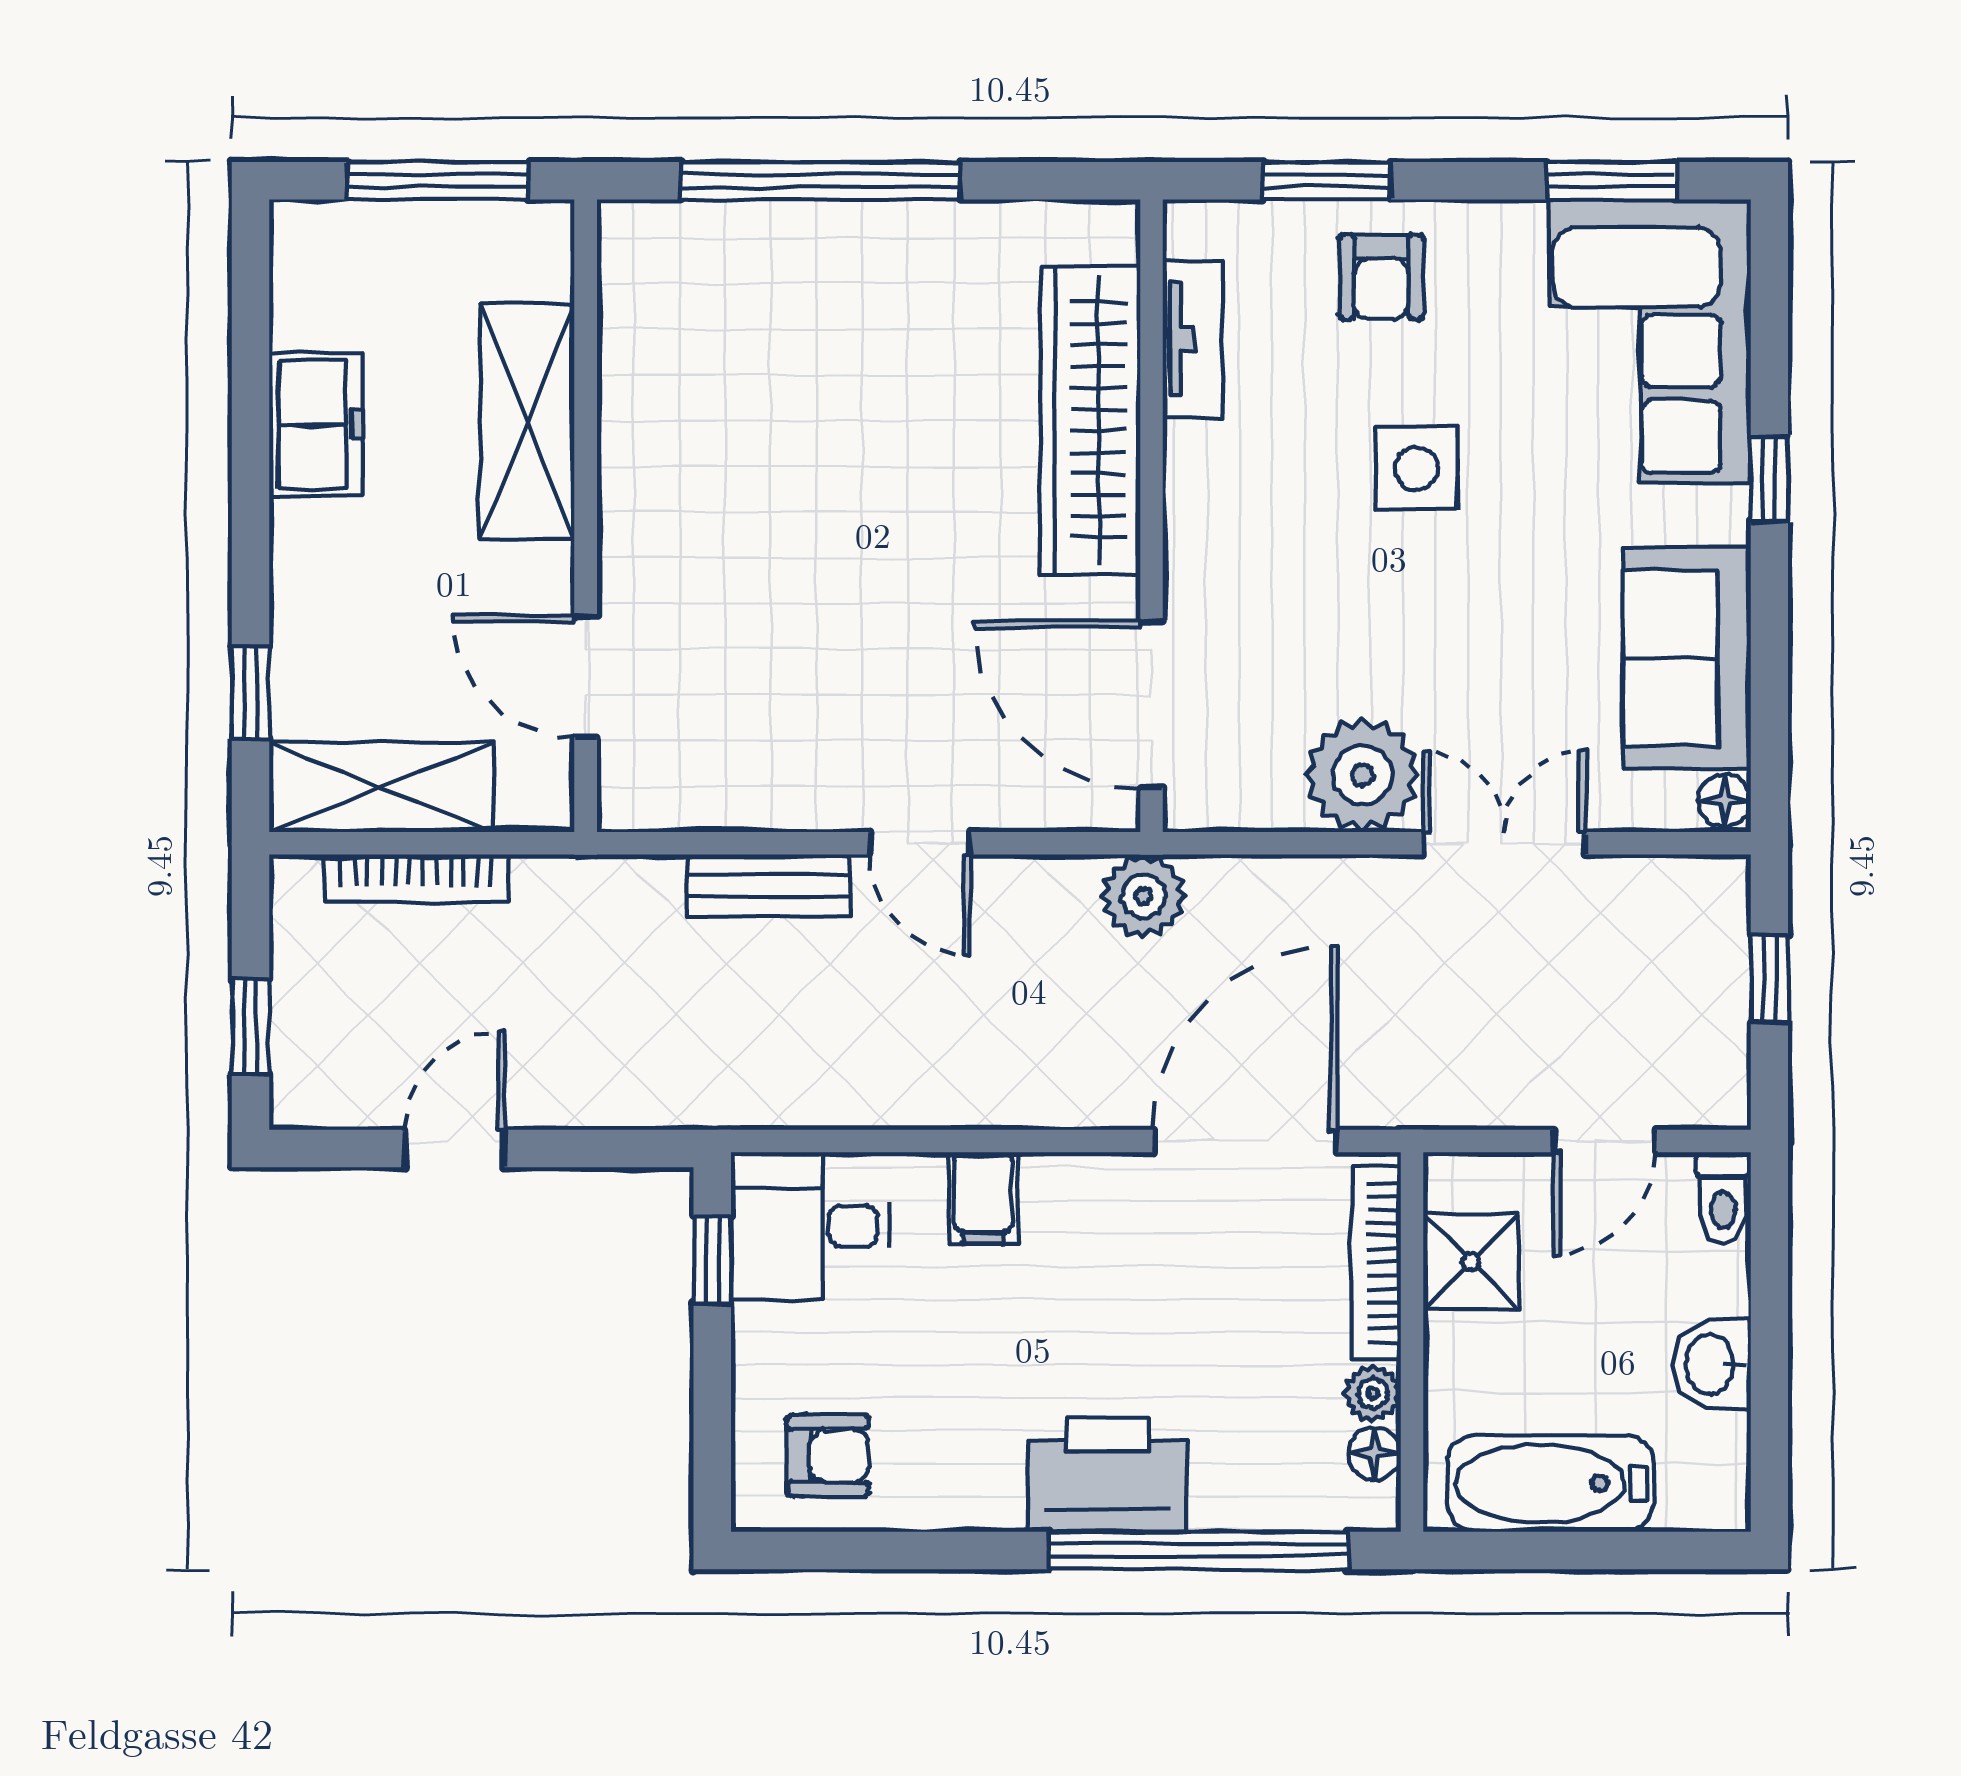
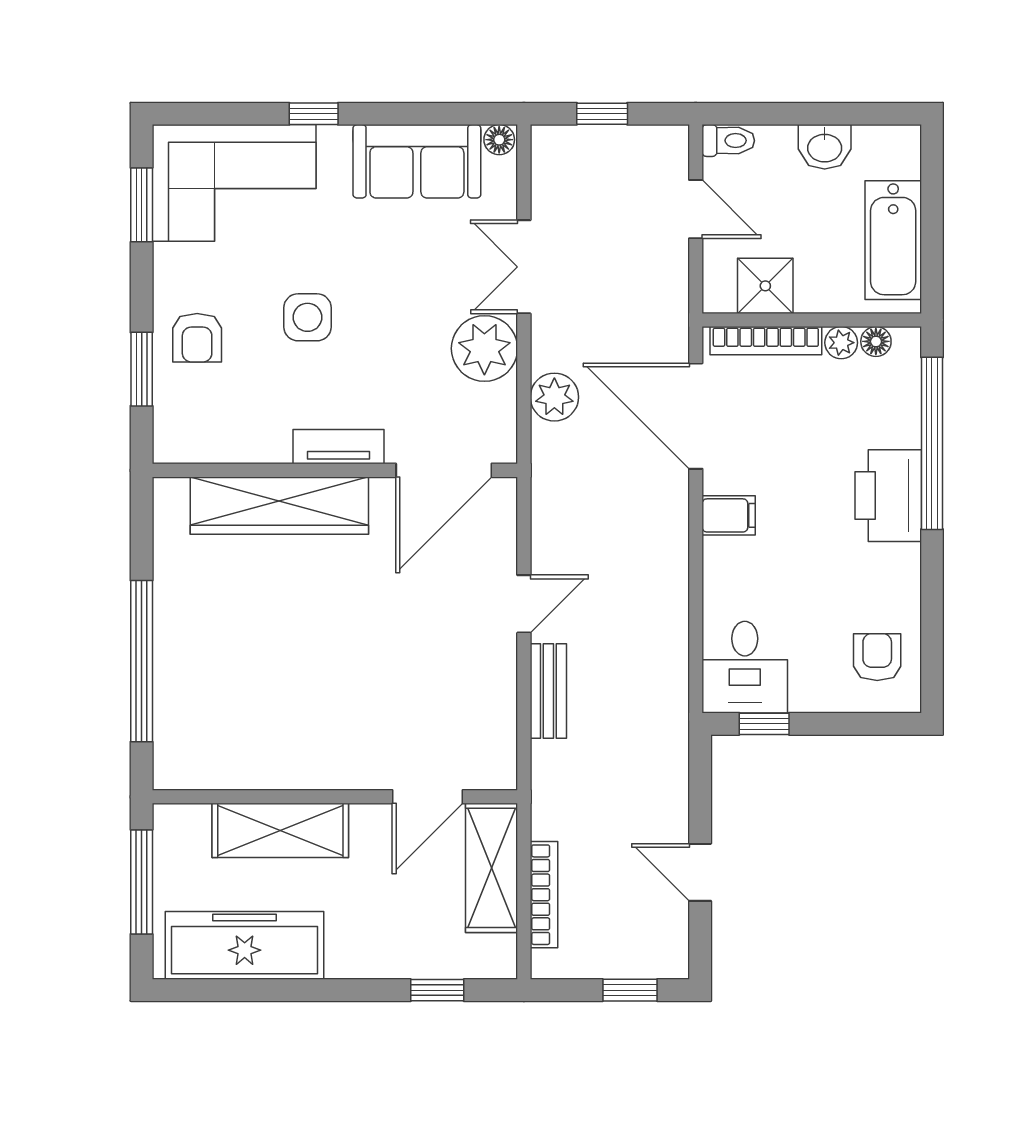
armchair: (1381, 277) -> (197, 338), turned 90
tv unit: (1193, 339) -> (339, 447), moved
freezer: (316, 425) -> (245, 945), width x1.91, depth x1.26
shelving: (381, 787) -> (492, 868), moved
plant: (1143, 896) -> (554, 397), moved
filing cabinet: (983, 1198) -> (729, 515), moved

